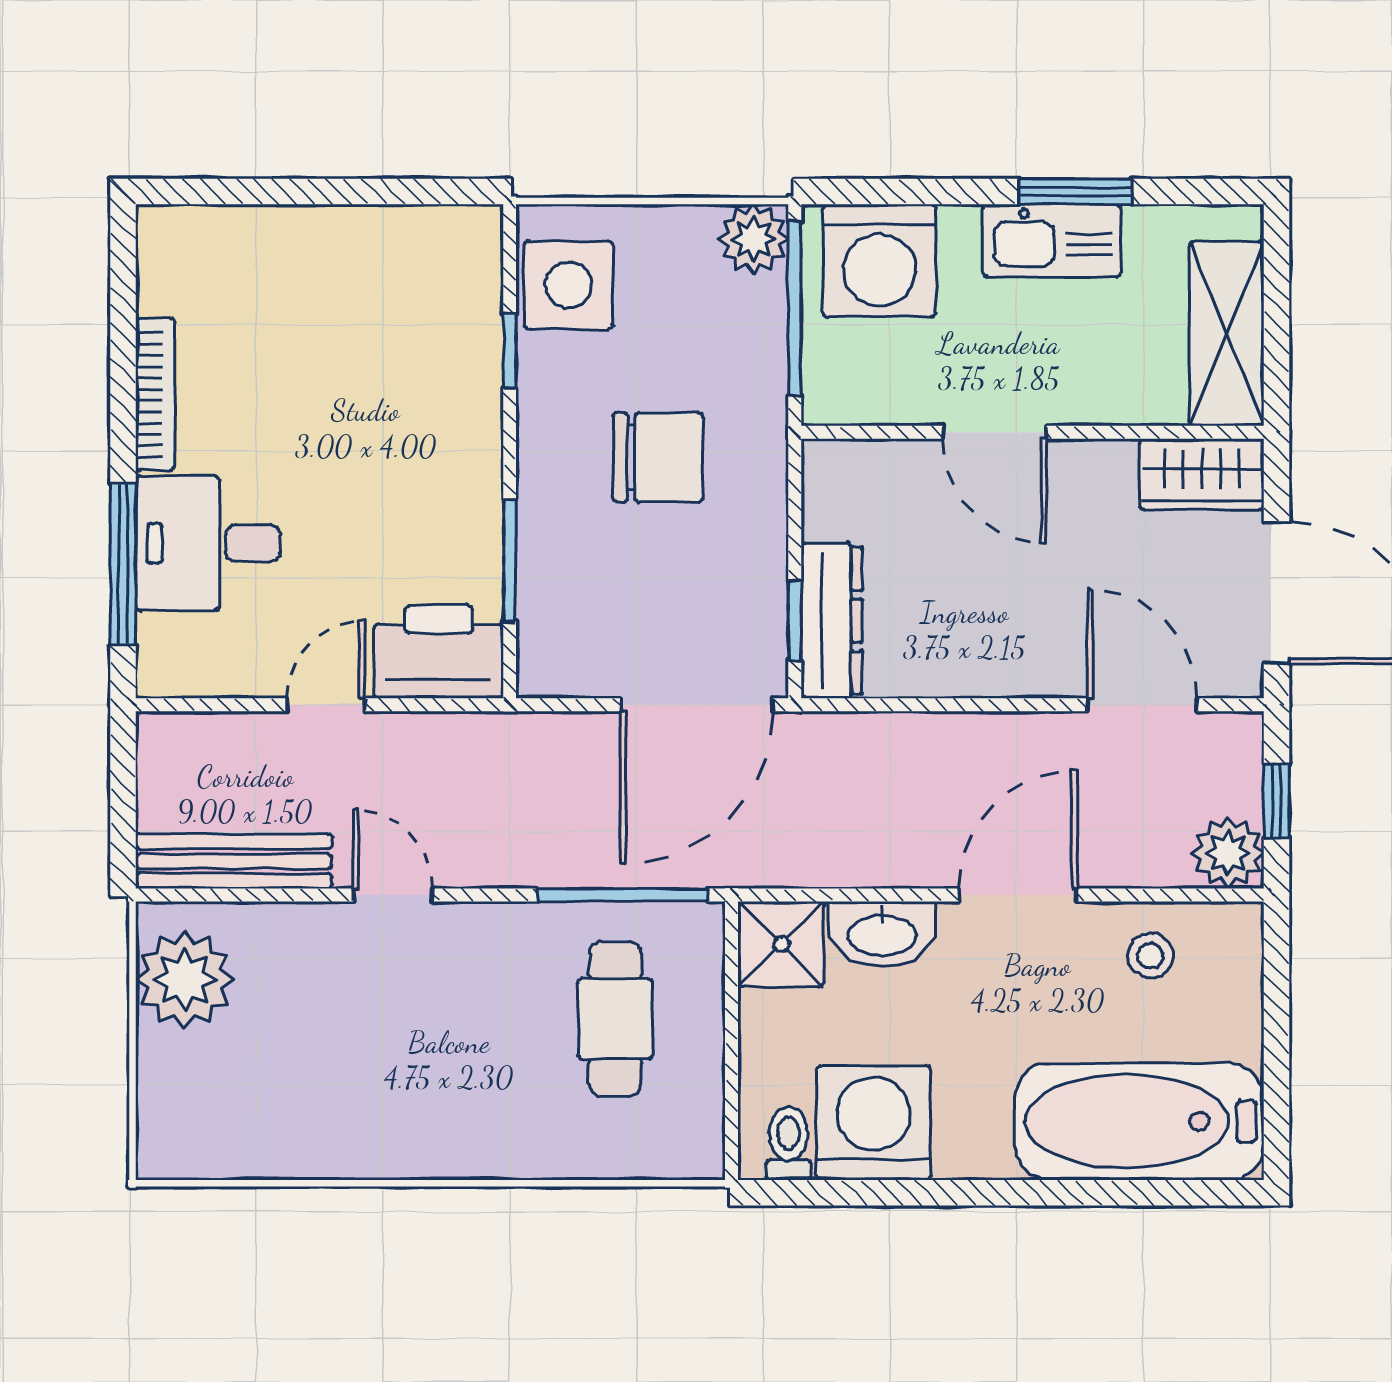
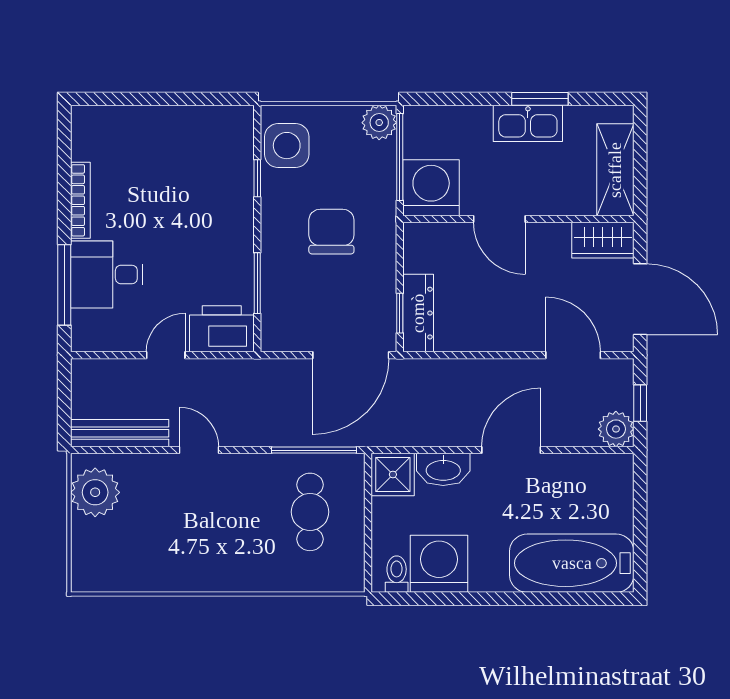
washing machine: (879, 261) -> (431, 188), moved, turned 180
chair: (658, 457) -> (331, 232), turned -90
stool: (1150, 956) -> (577, 480), removed

